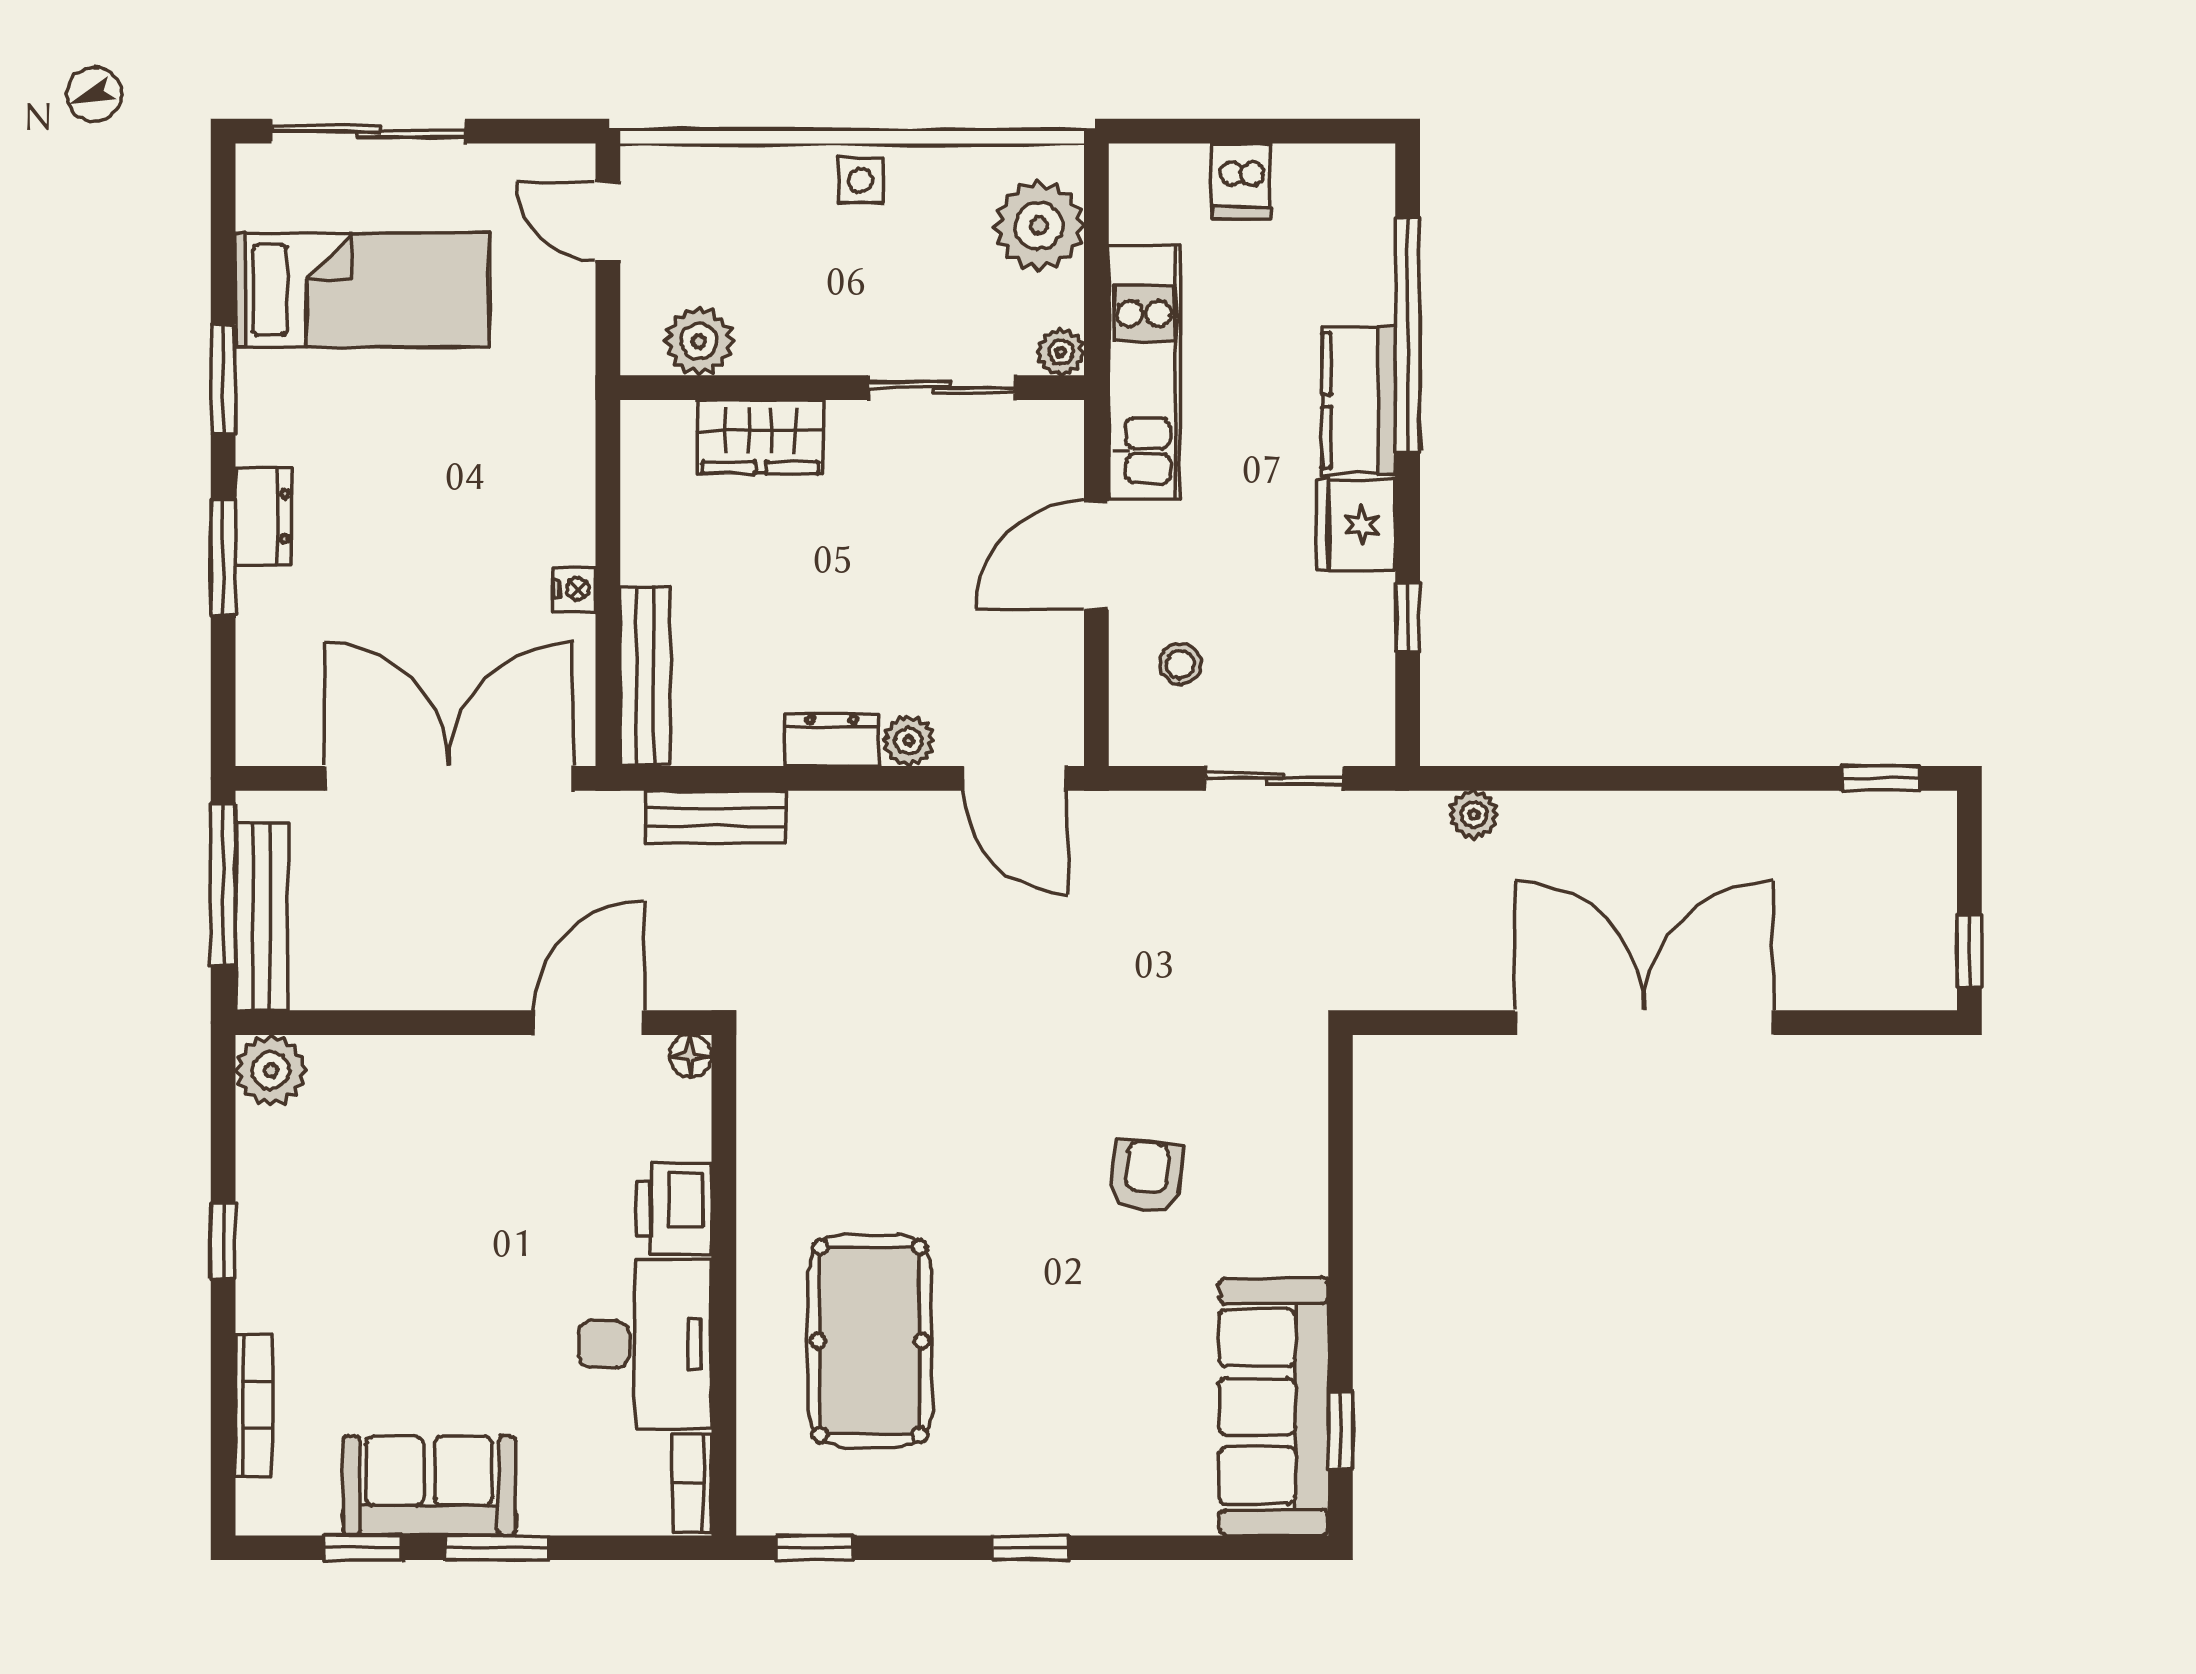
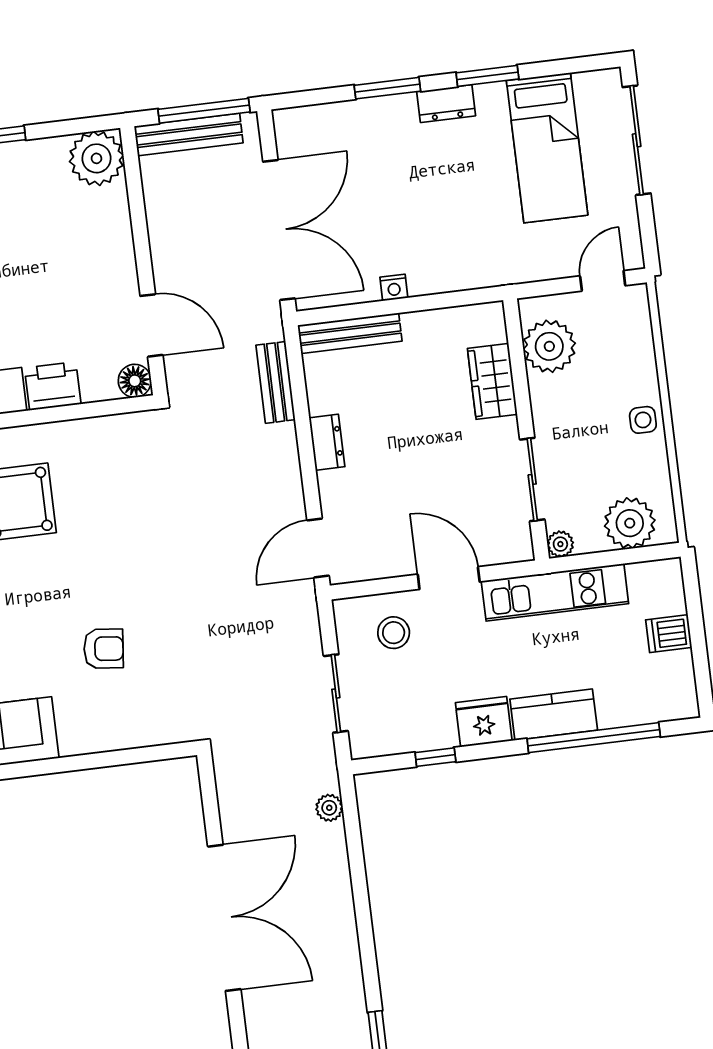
plant: (699, 341) -> (549, 346), width x1.36, depth x1.36
dresser: (263, 517) -> (446, 104), moved
stool: (1180, 664) -> (394, 633), width x1.37, depth x1.37
plant: (909, 741) -> (332, 486), removed
floor lamp: (690, 1056) -> (135, 381), width x1.37, depth x1.37
plant: (271, 1070) -> (96, 158), width x1.36, depth x1.36

